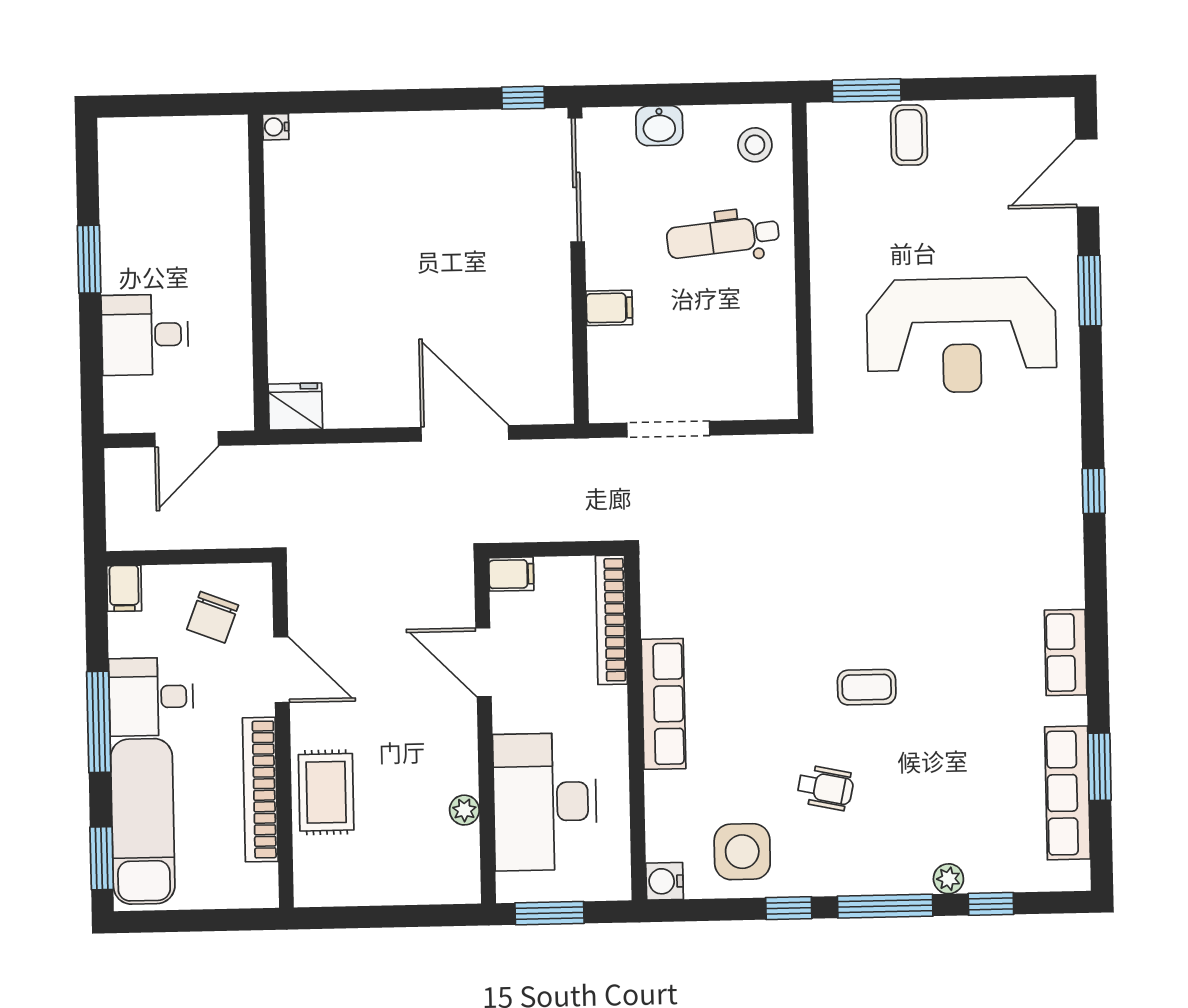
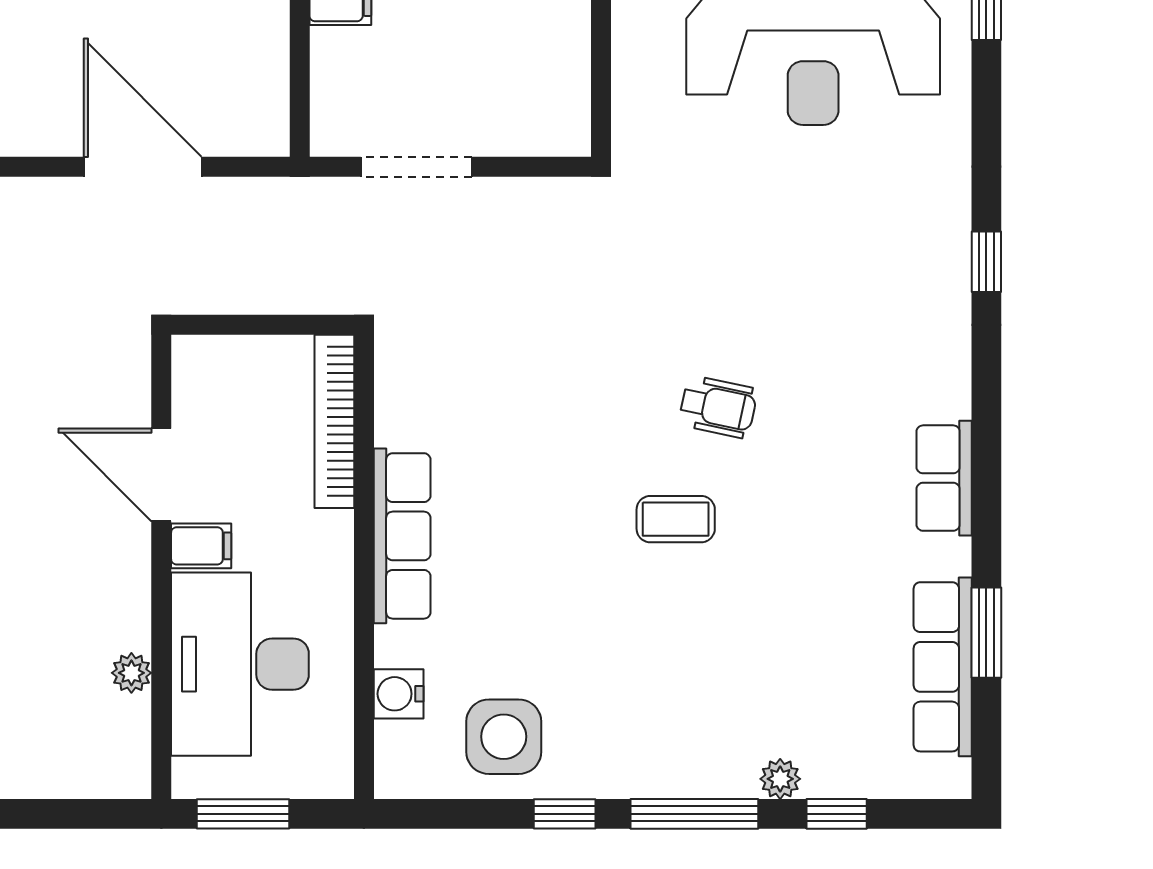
filing cabinet: (511, 574) -> (201, 546), moved
wheelchair: (825, 788) -> (718, 407), moved
water cooler: (665, 881) -> (399, 694), moved

